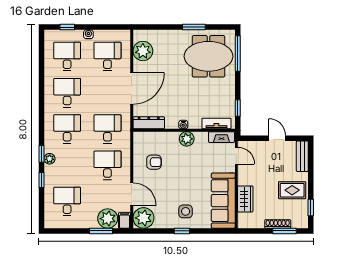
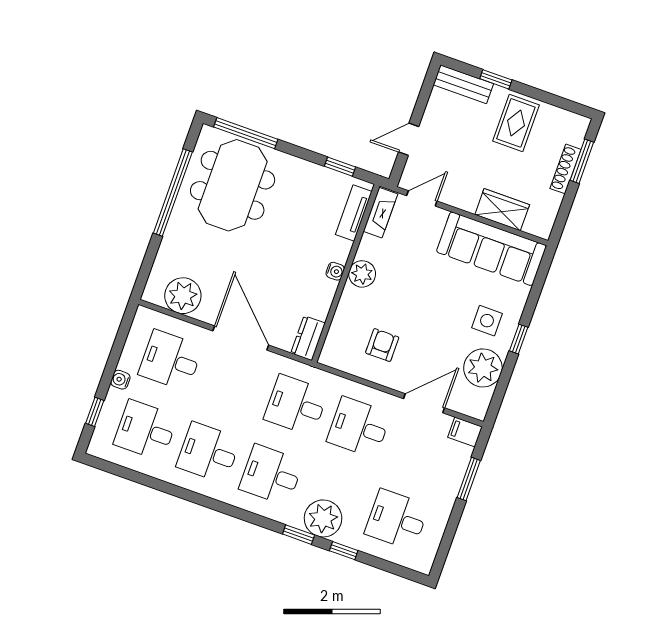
window: (194, 27) -> (173, 193), width x2.11
dresser: (149, 123) -> (308, 338), width x0.70
door: (277, 138) -> (409, 139), moved
plant: (50, 159) -> (323, 518), width x1.87, depth x1.87
window: (311, 208) -> (496, 79), moved
plant: (143, 218) -> (483, 368), moved
plant: (108, 219) -> (451, 460), removed

